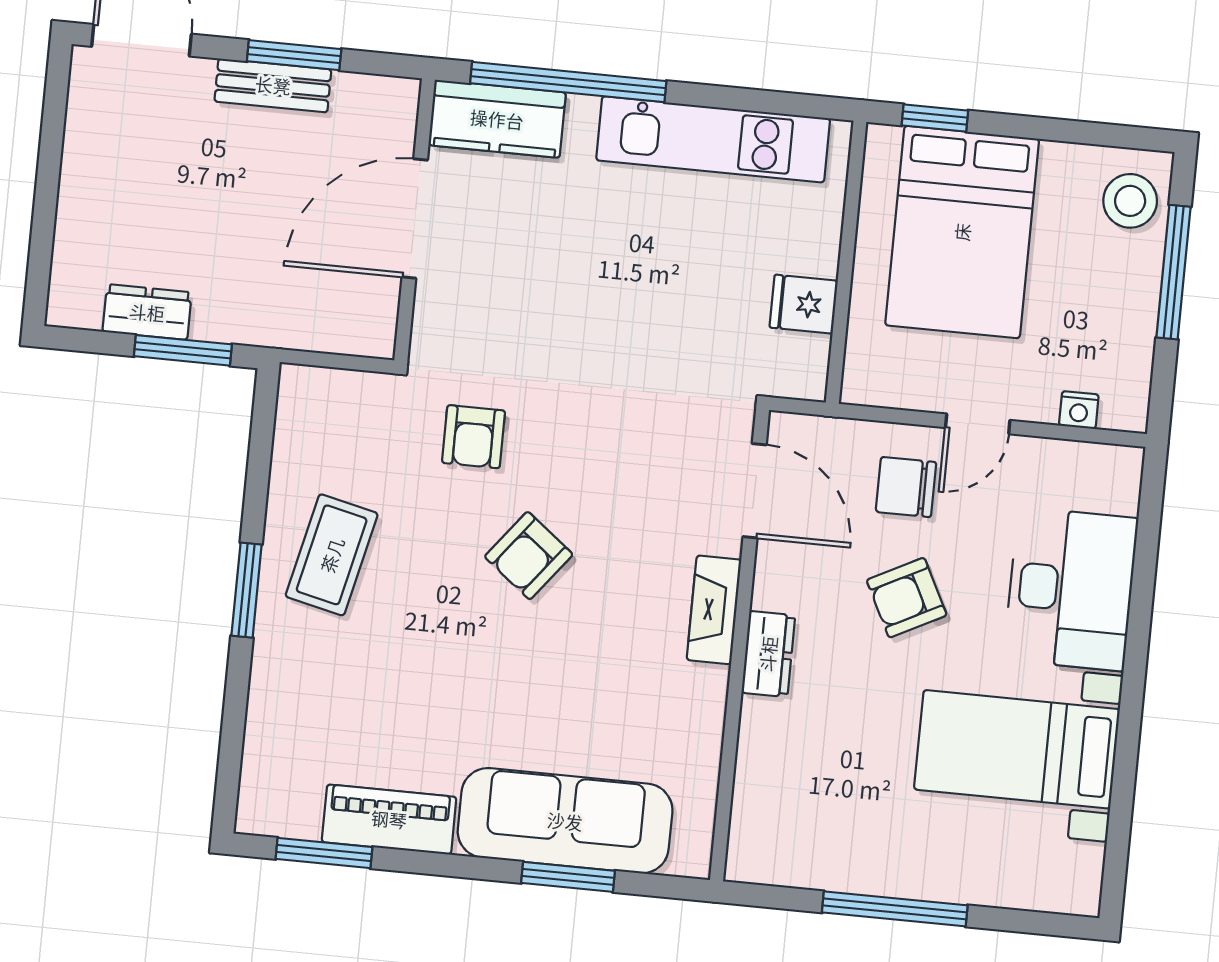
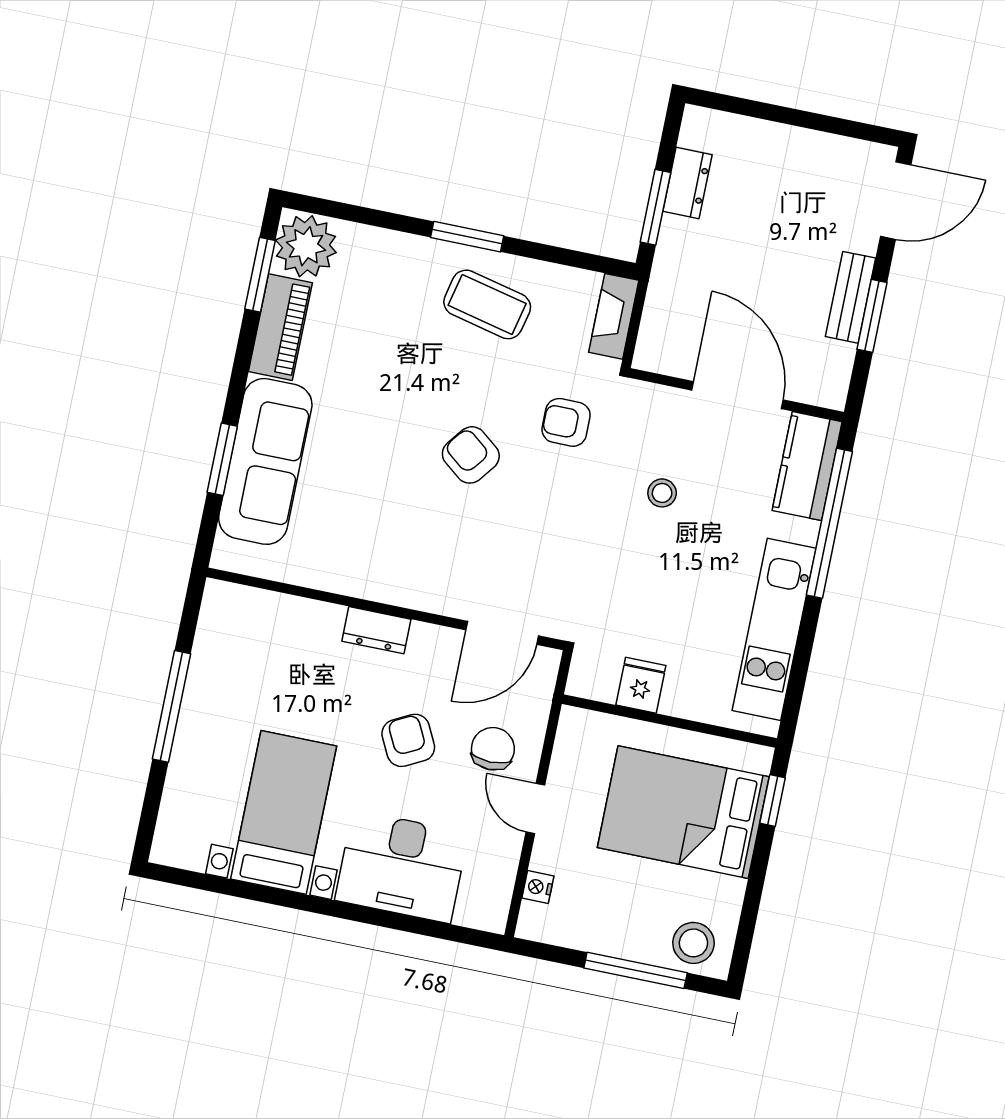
stool: (552, 303) -> (662, 493), added
fireplace: (714, 610) -> (614, 316), moved, turned -90
plant: (281, 797) -> (306, 246), added

